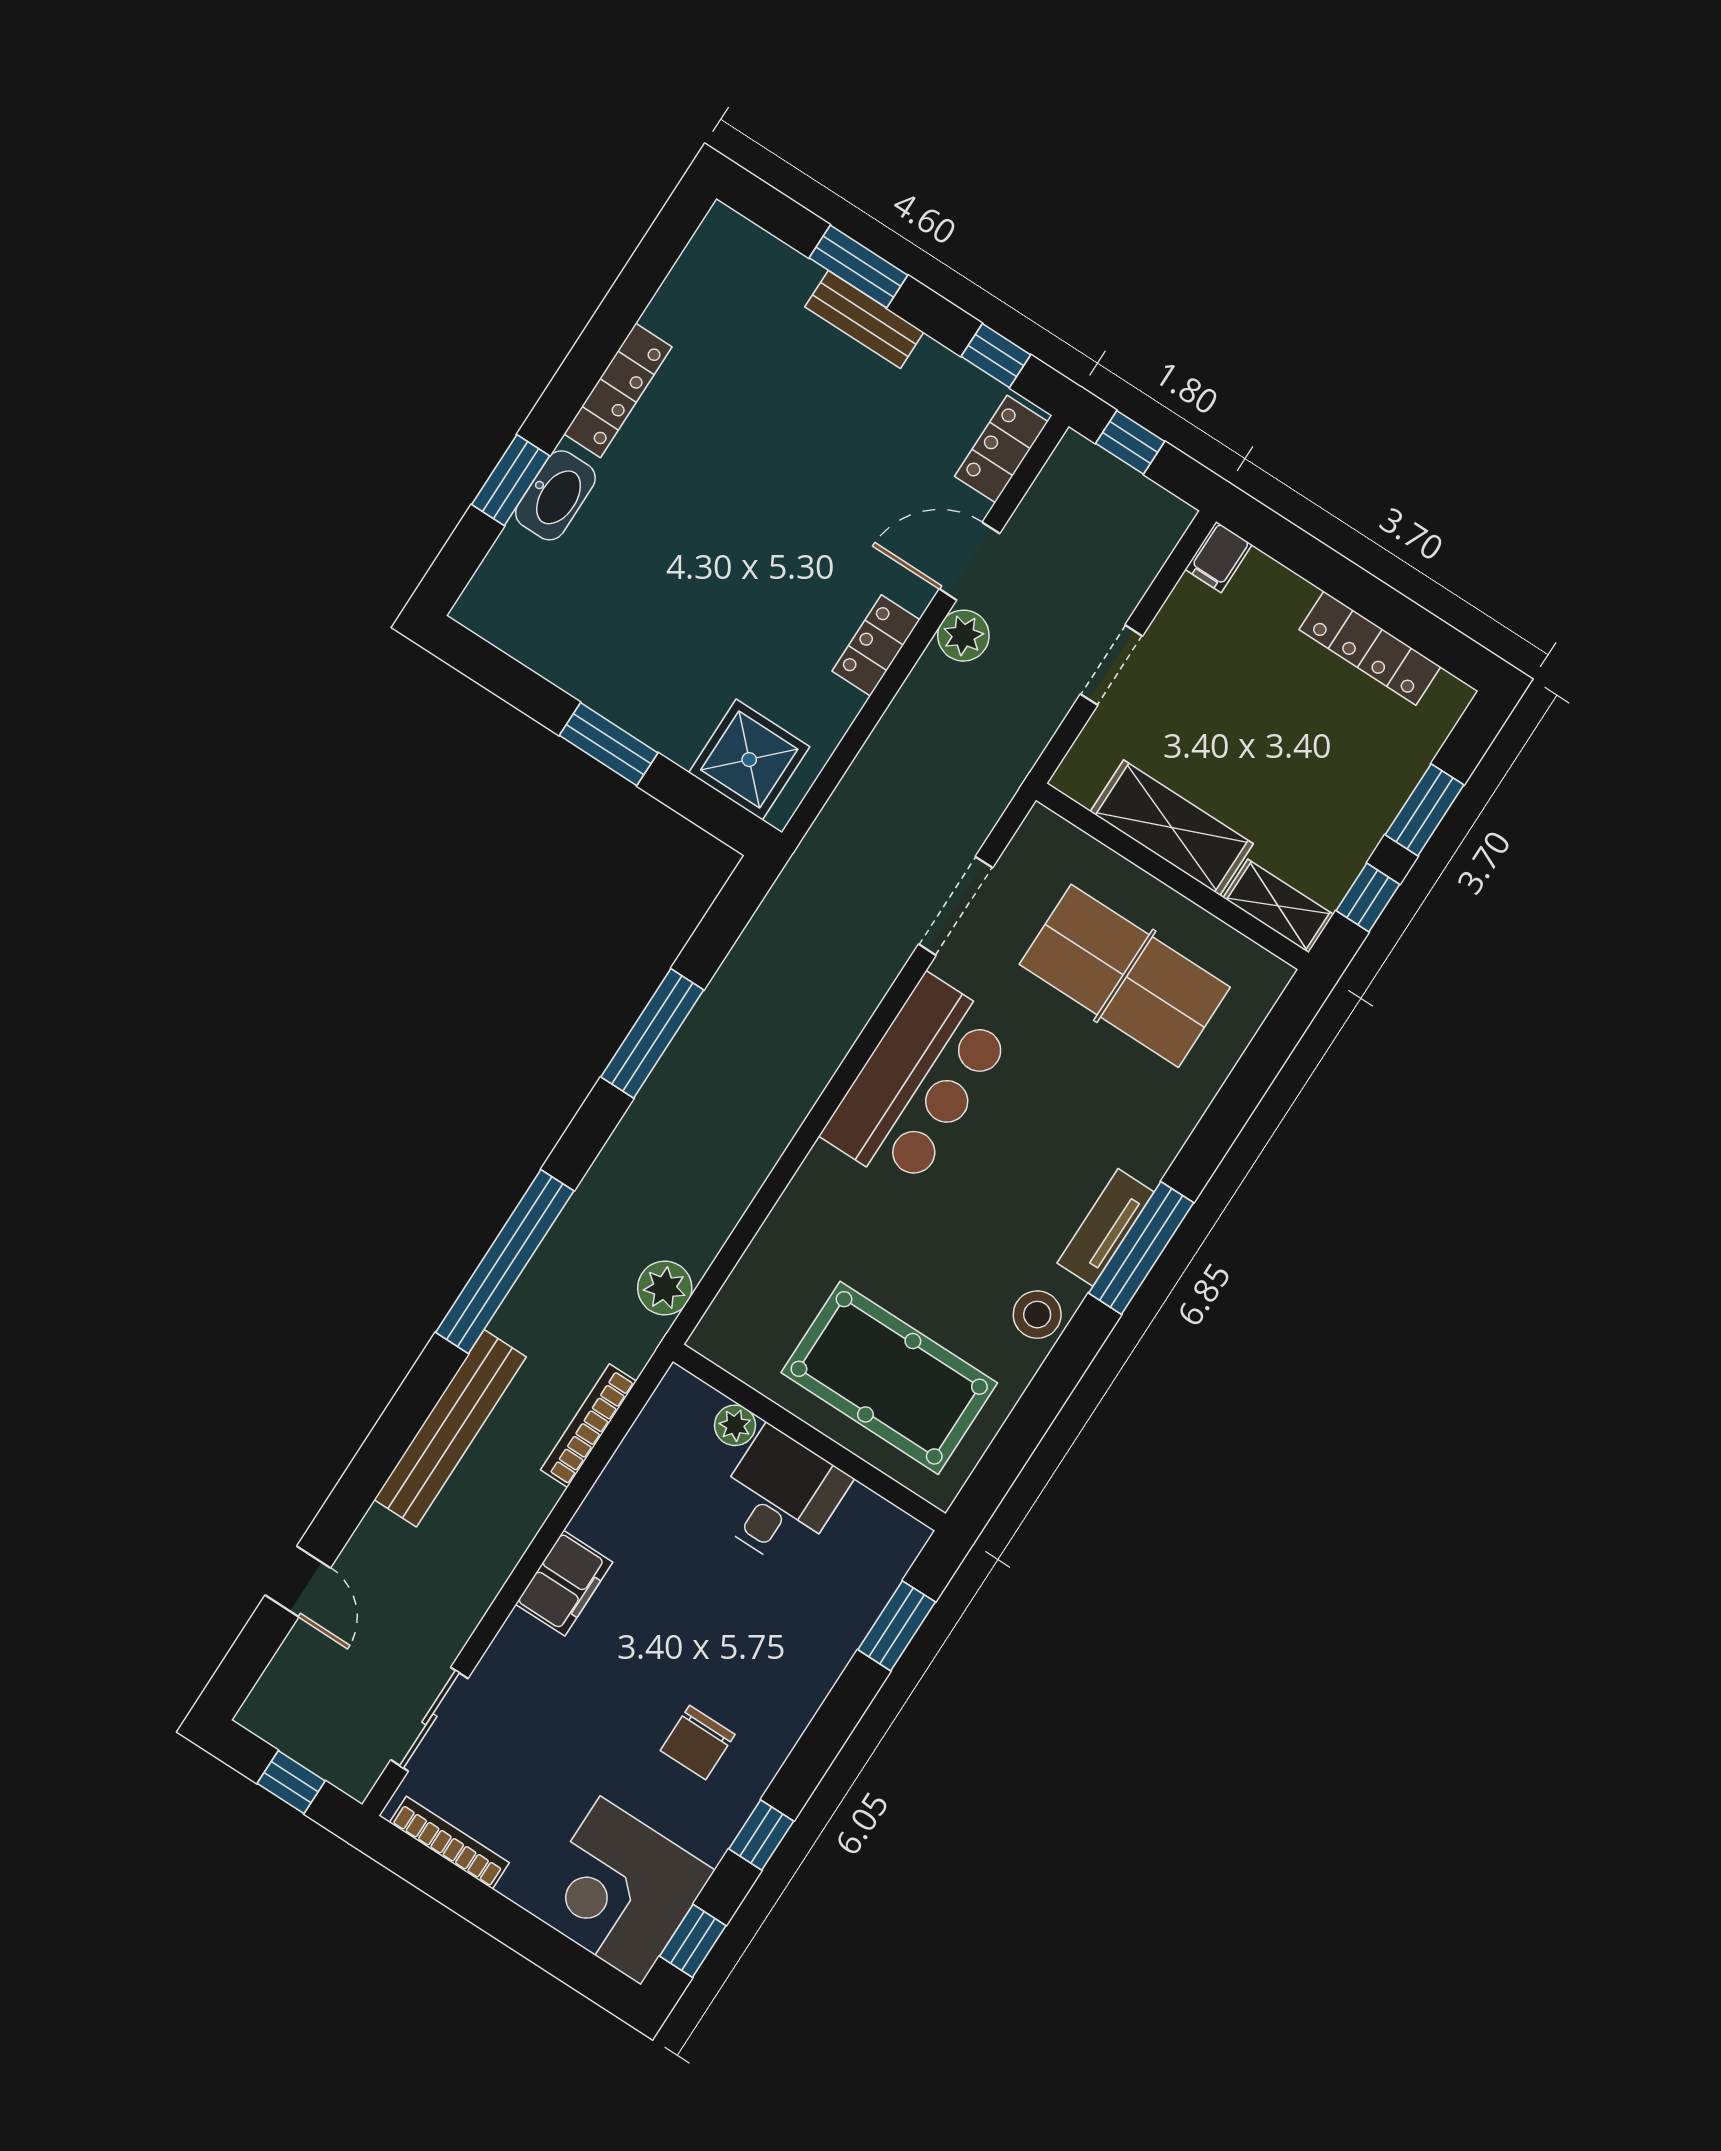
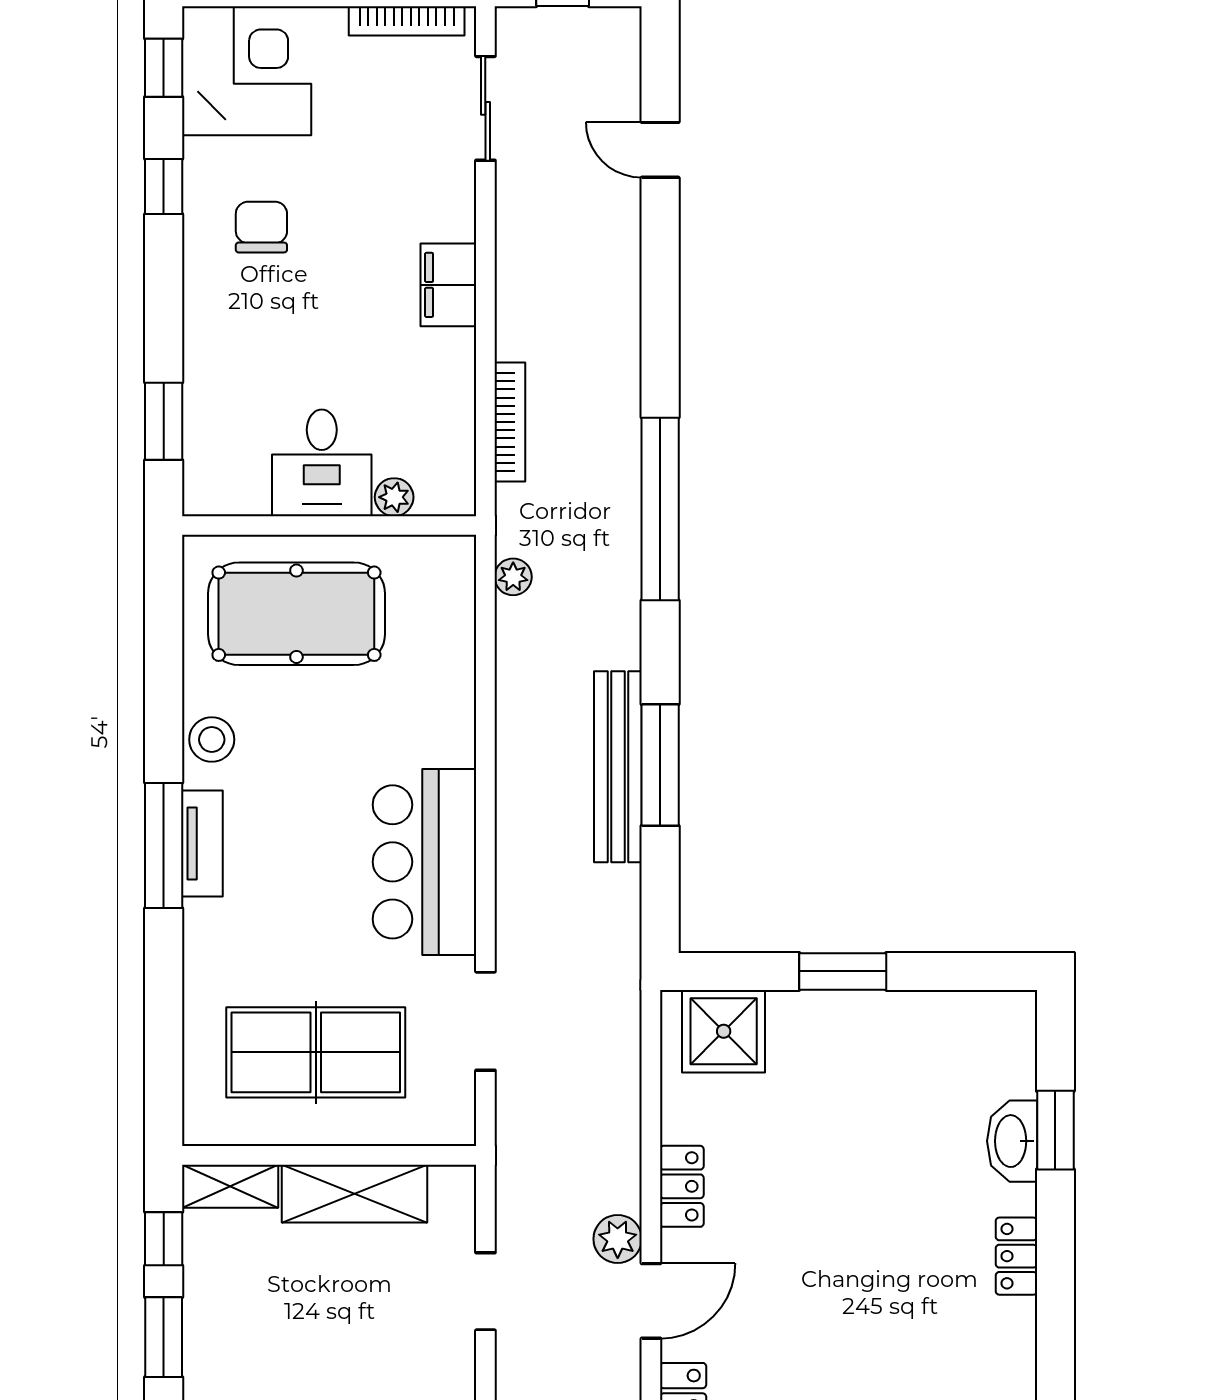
locker: (618, 390) -> (1016, 1256), width x0.66
plant: (665, 1288) -> (513, 577), width x0.73, depth x0.73
bench: (450, 1428) -> (618, 767), moved

